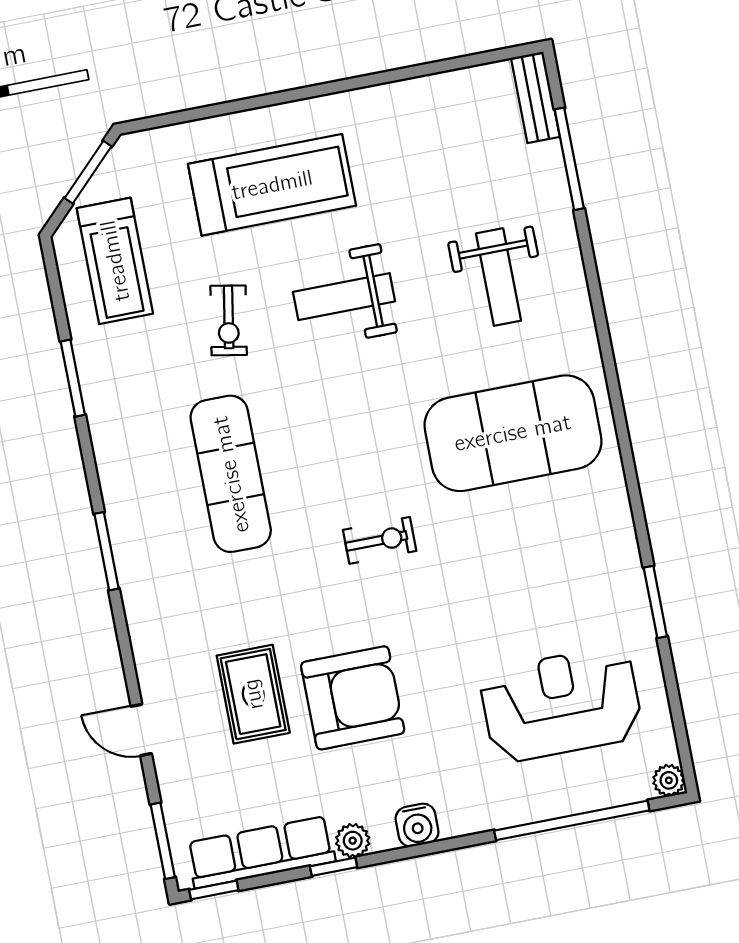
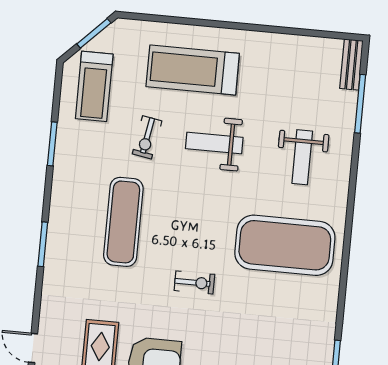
treadmill: (272, 185) -> (193, 70), turned 180

